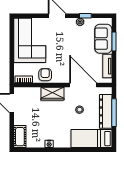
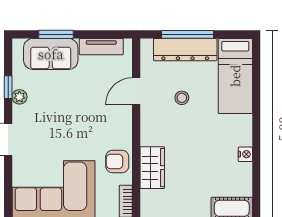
door: (83, 85) -> (136, 91), width x0.53
wardrobe: (52, 94) -> (152, 168), moved

